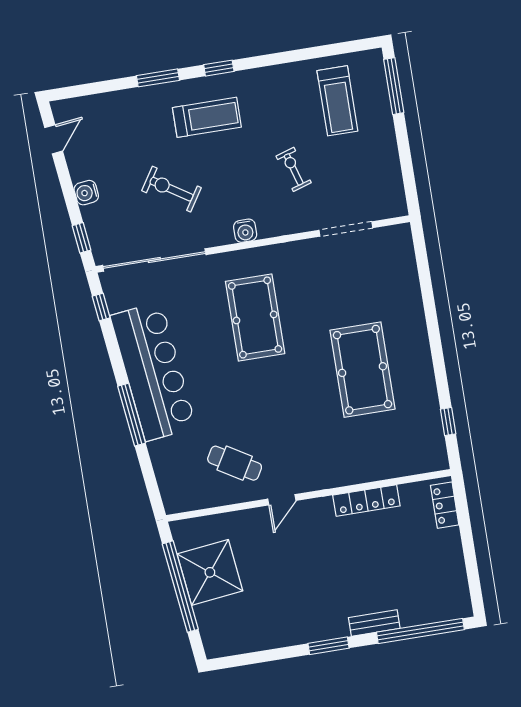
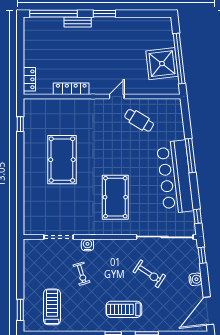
window: (394, 86) -> (20, 310), width x0.69
door: (54, 139) -> (208, 311), width x1.88
water cooler: (245, 231) -> (87, 245), moved

